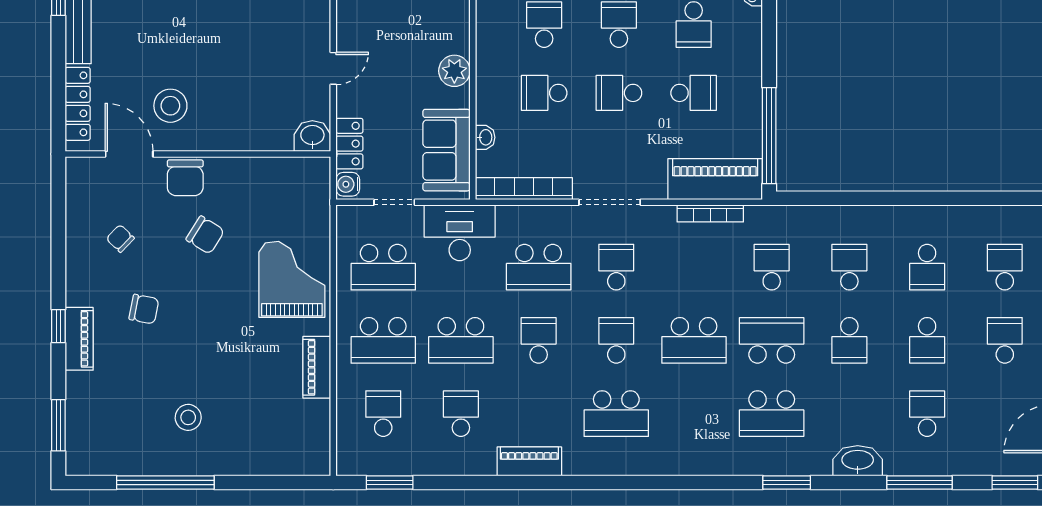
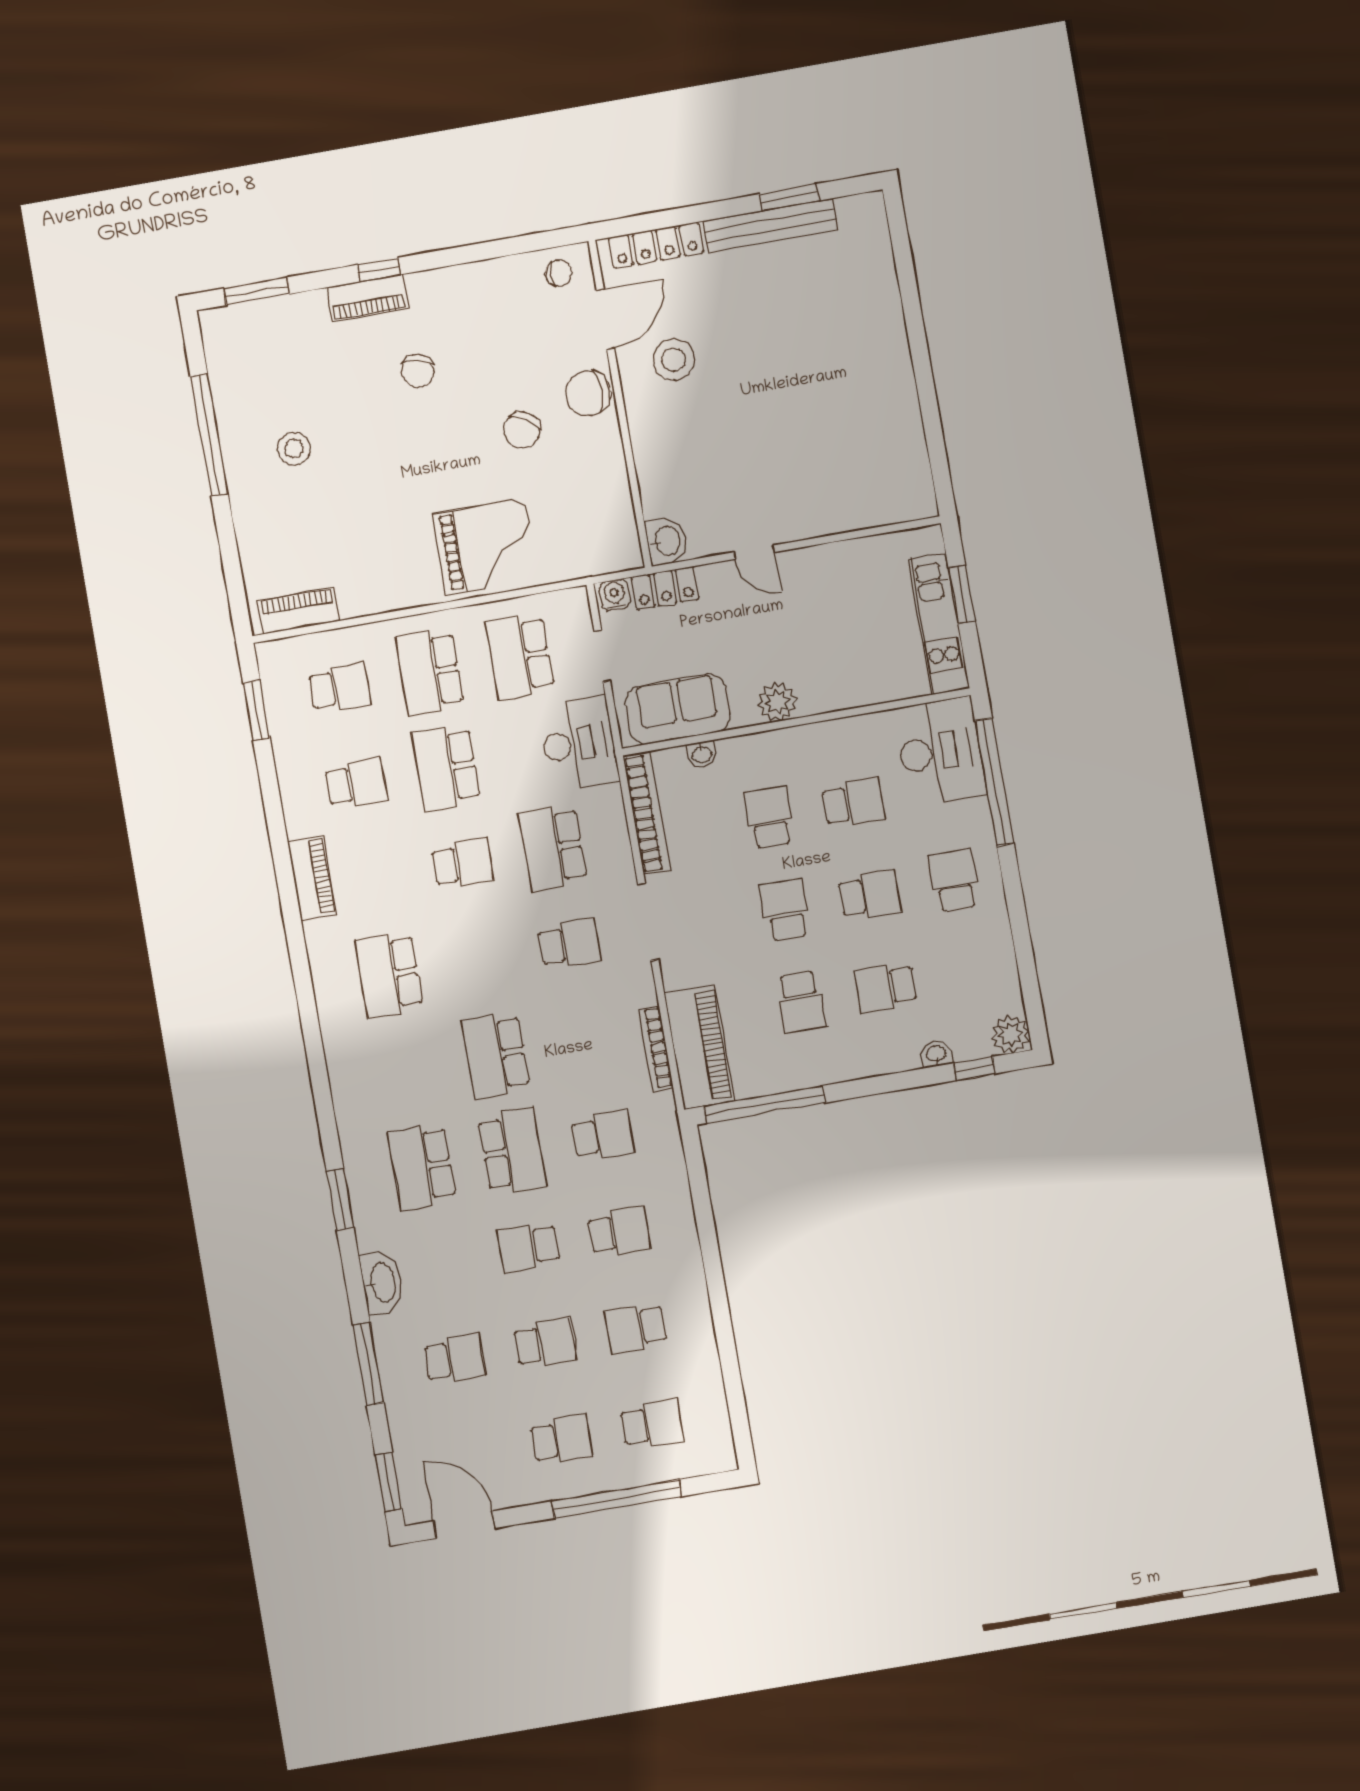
chair: (120, 238) -> (559, 273), moved, turned 46
school desk: (616, 340) -> (479, 959), removed
school desk: (927, 340) -> (545, 1343), turned 180
piano: (317, 367) -> (298, 611), moved

